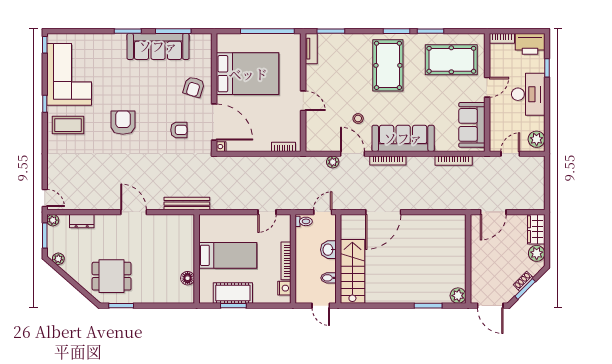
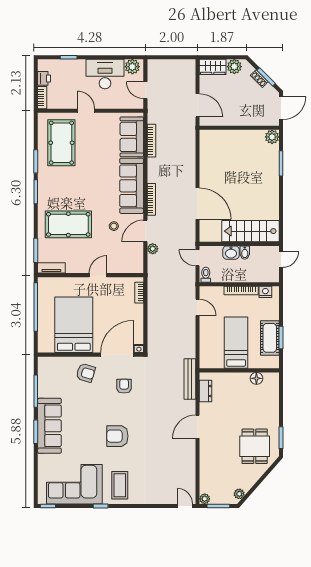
printer: (530, 44) -> (44, 78), width x0.53, depth x0.68
sofa: (158, 46) -> (49, 426), moved
pool table: (388, 65) -> (68, 224), moved
desk: (528, 94) -> (105, 74), moved
sofa: (472, 125) -> (132, 137), moved, turned 90
door: (45, 198) -> (185, 506), hinge flipped
dresser: (82, 221) -> (206, 391), moved
bidet: (328, 278) -> (245, 253), moved

